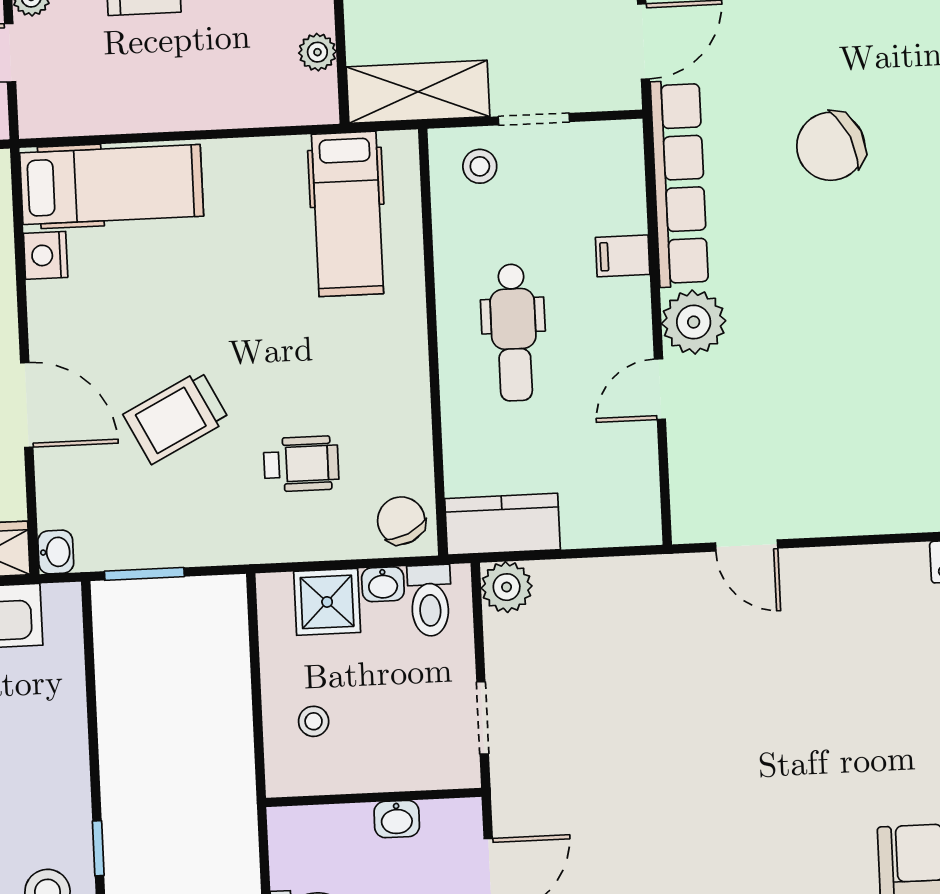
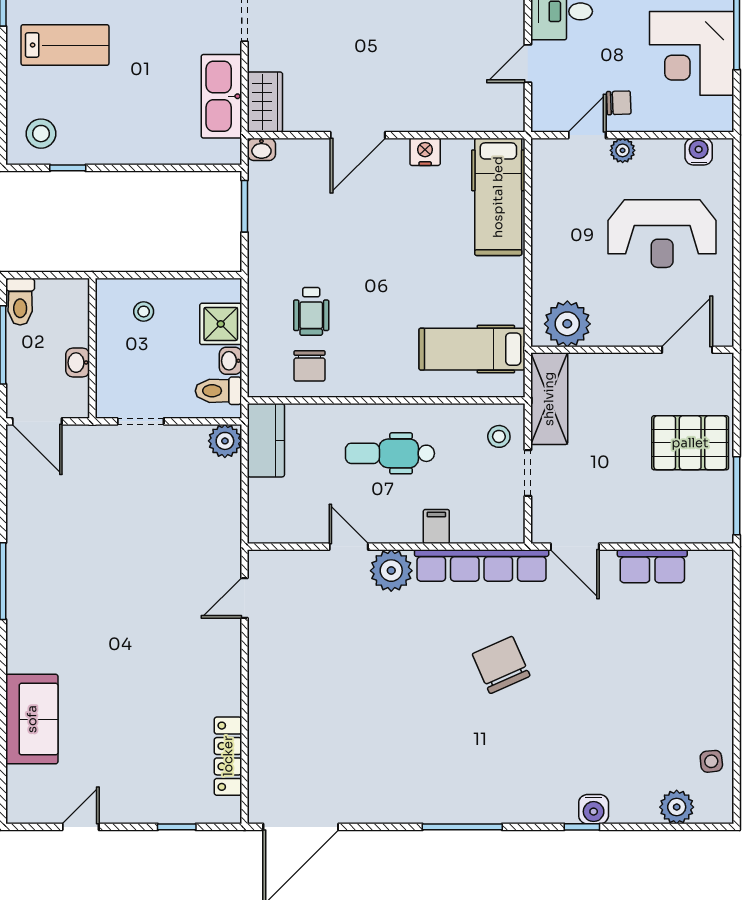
plant: (317, 52) -> (567, 324), width x1.88, depth x1.88
nightstand: (46, 255) -> (425, 152), moved
trolley: (176, 417) -> (345, 232), removed
chair: (401, 521) -> (310, 366), moved, turned 115

